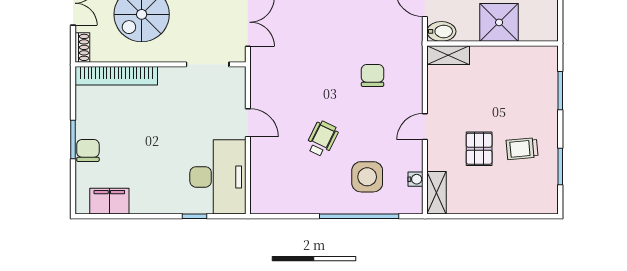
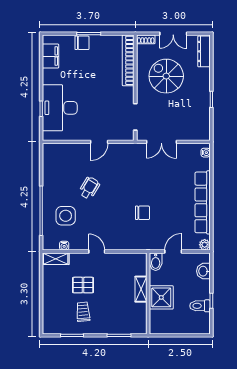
shelving: (448, 55) -> (141, 289), moved
chair: (372, 75) -> (142, 213), moved
wheelchair: (322, 139) -> (89, 188), turned -85
desk: (218, 177) -> (60, 108), moved, turned 90

